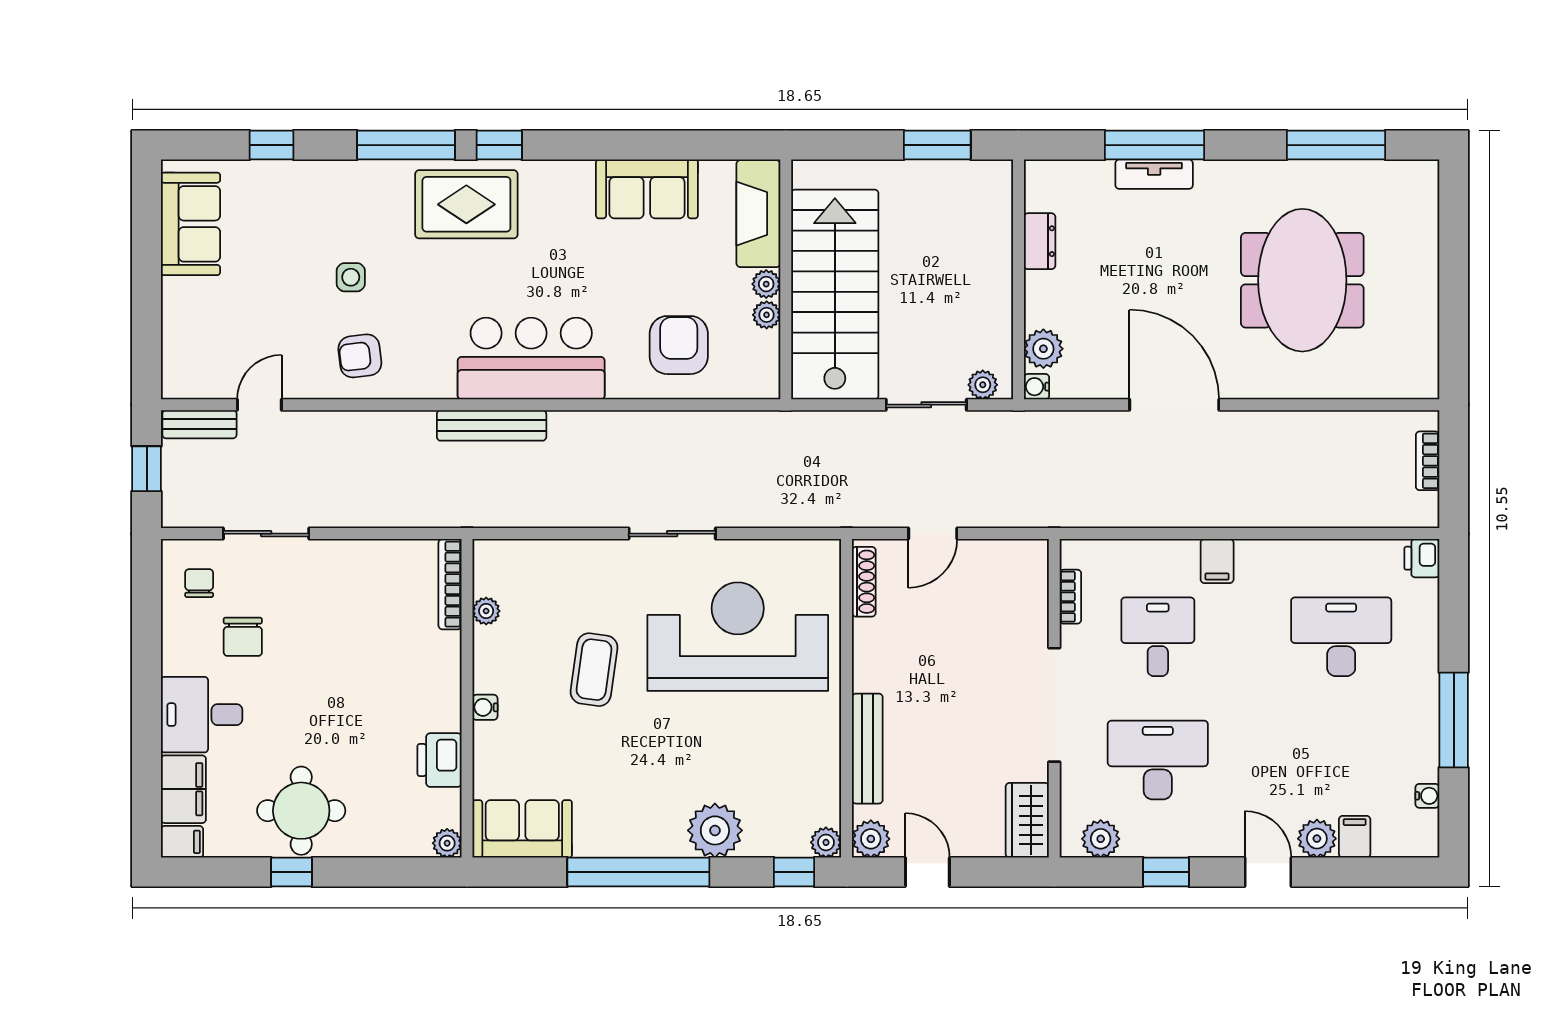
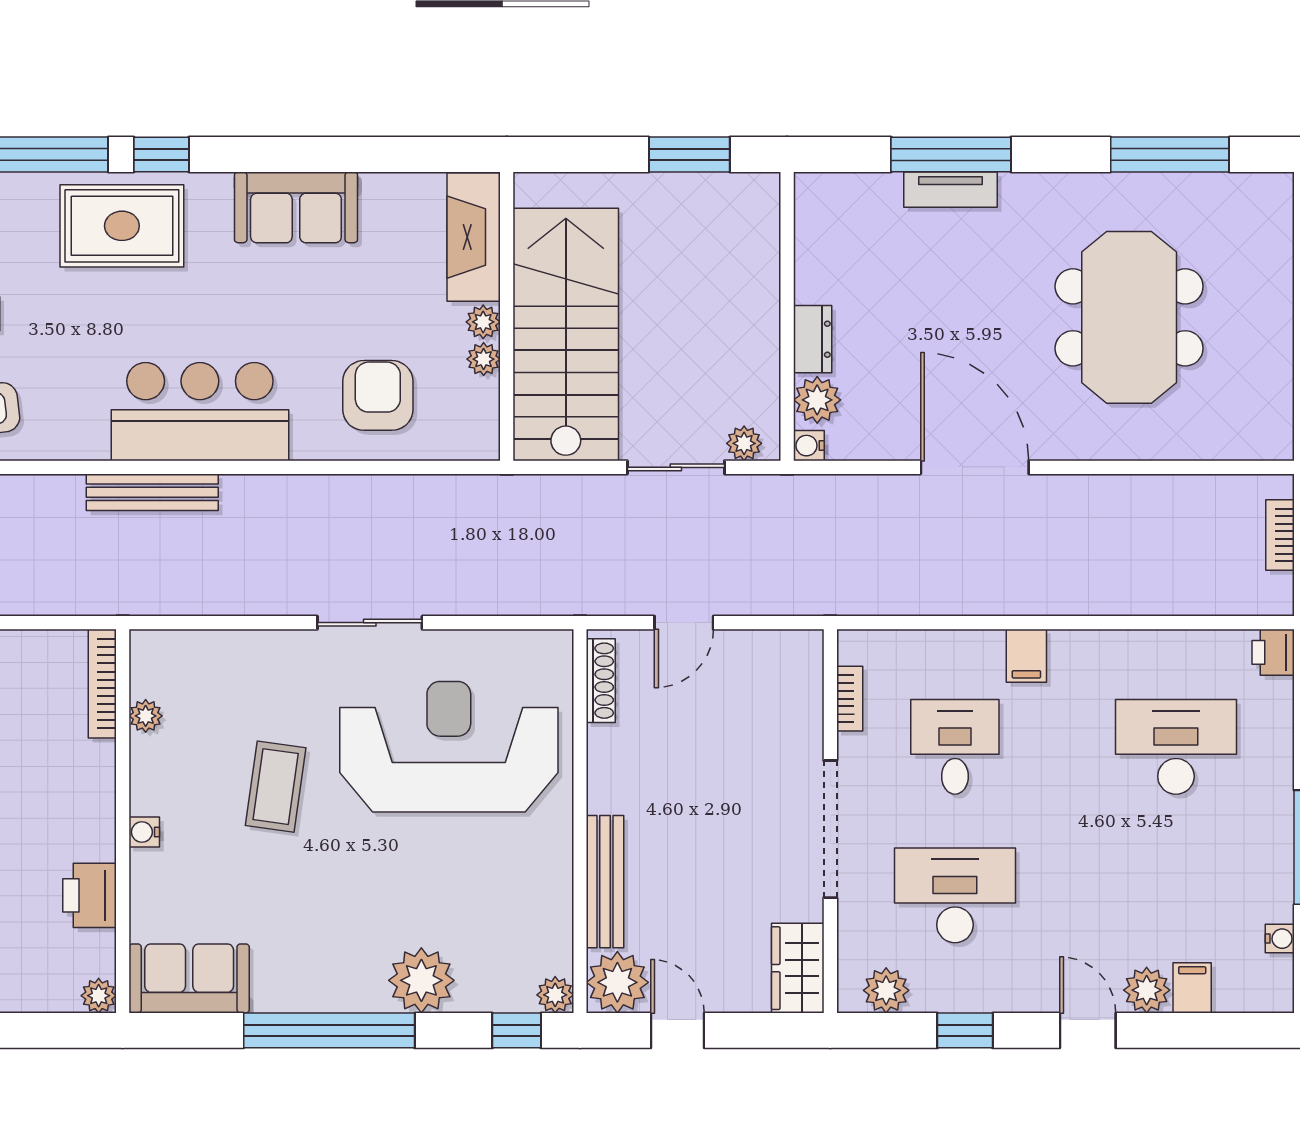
sofa: (647, 189) -> (296, 207), moved
dresser: (1040, 241) -> (813, 339), moved
plant: (871, 839) -> (617, 982), width x1.36, depth x1.36

